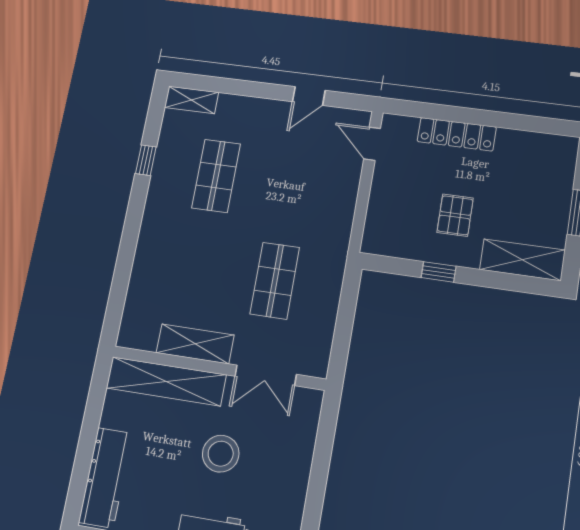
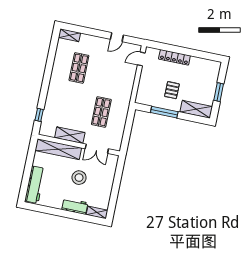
door: (372, 144) -> (141, 59), hinge flipped
window: (146, 160) -> (39, 115), moved
window: (439, 272) -> (164, 112), width x2.17

